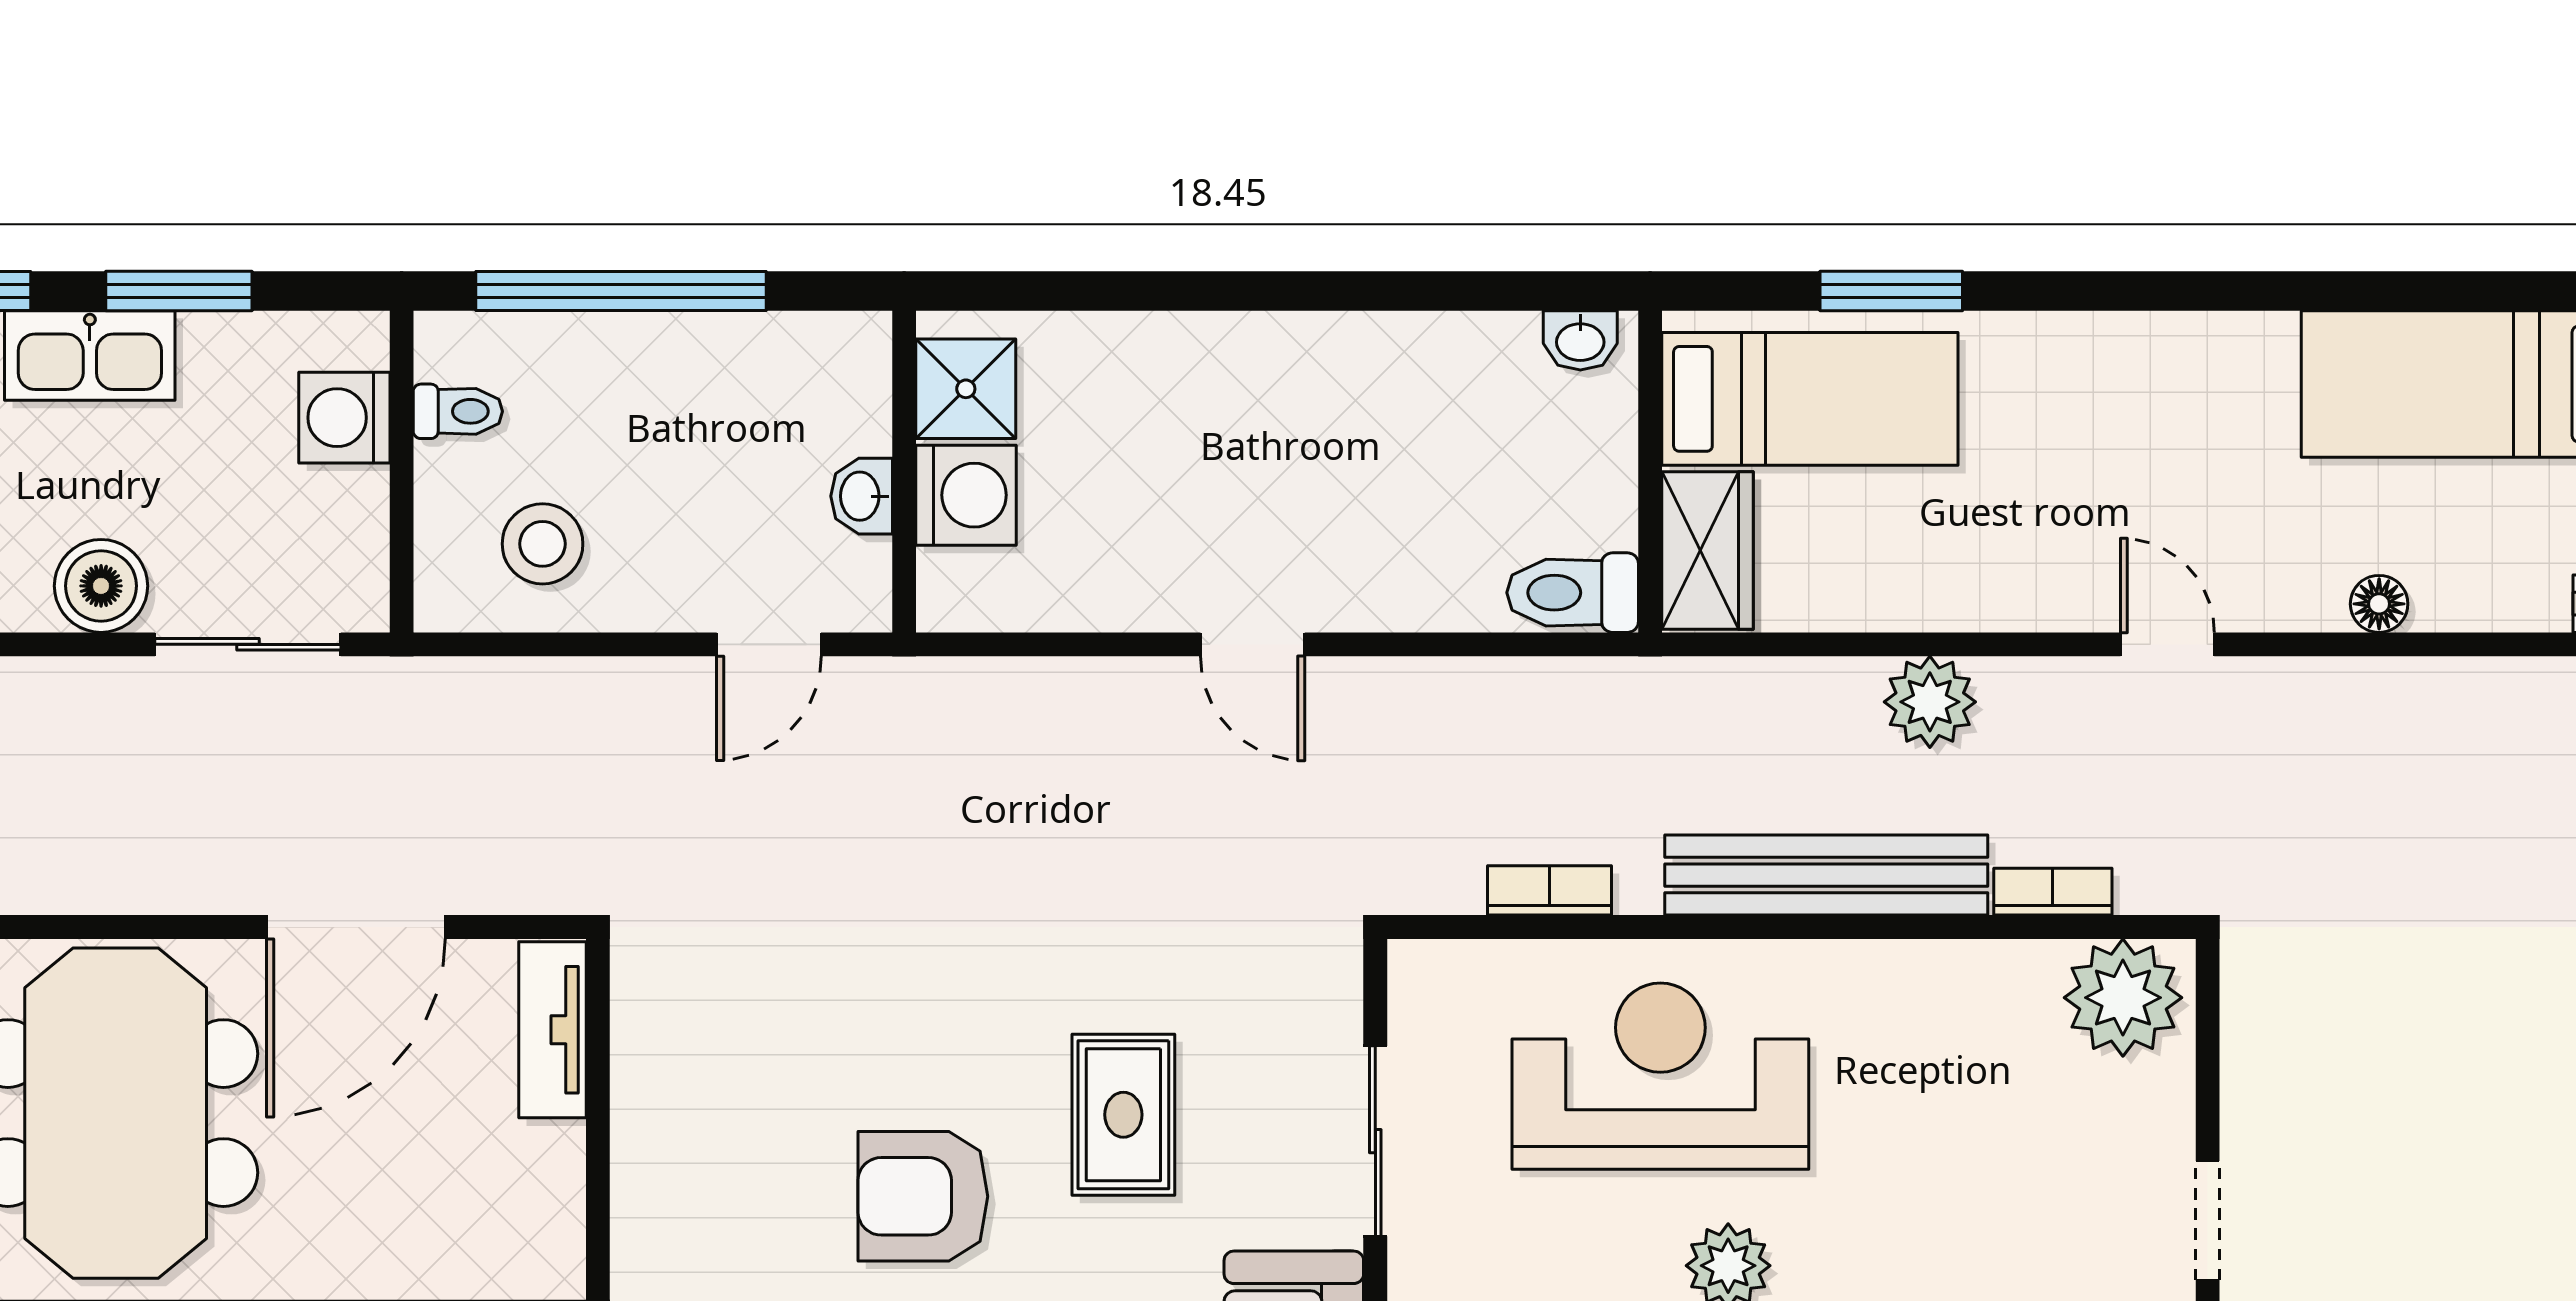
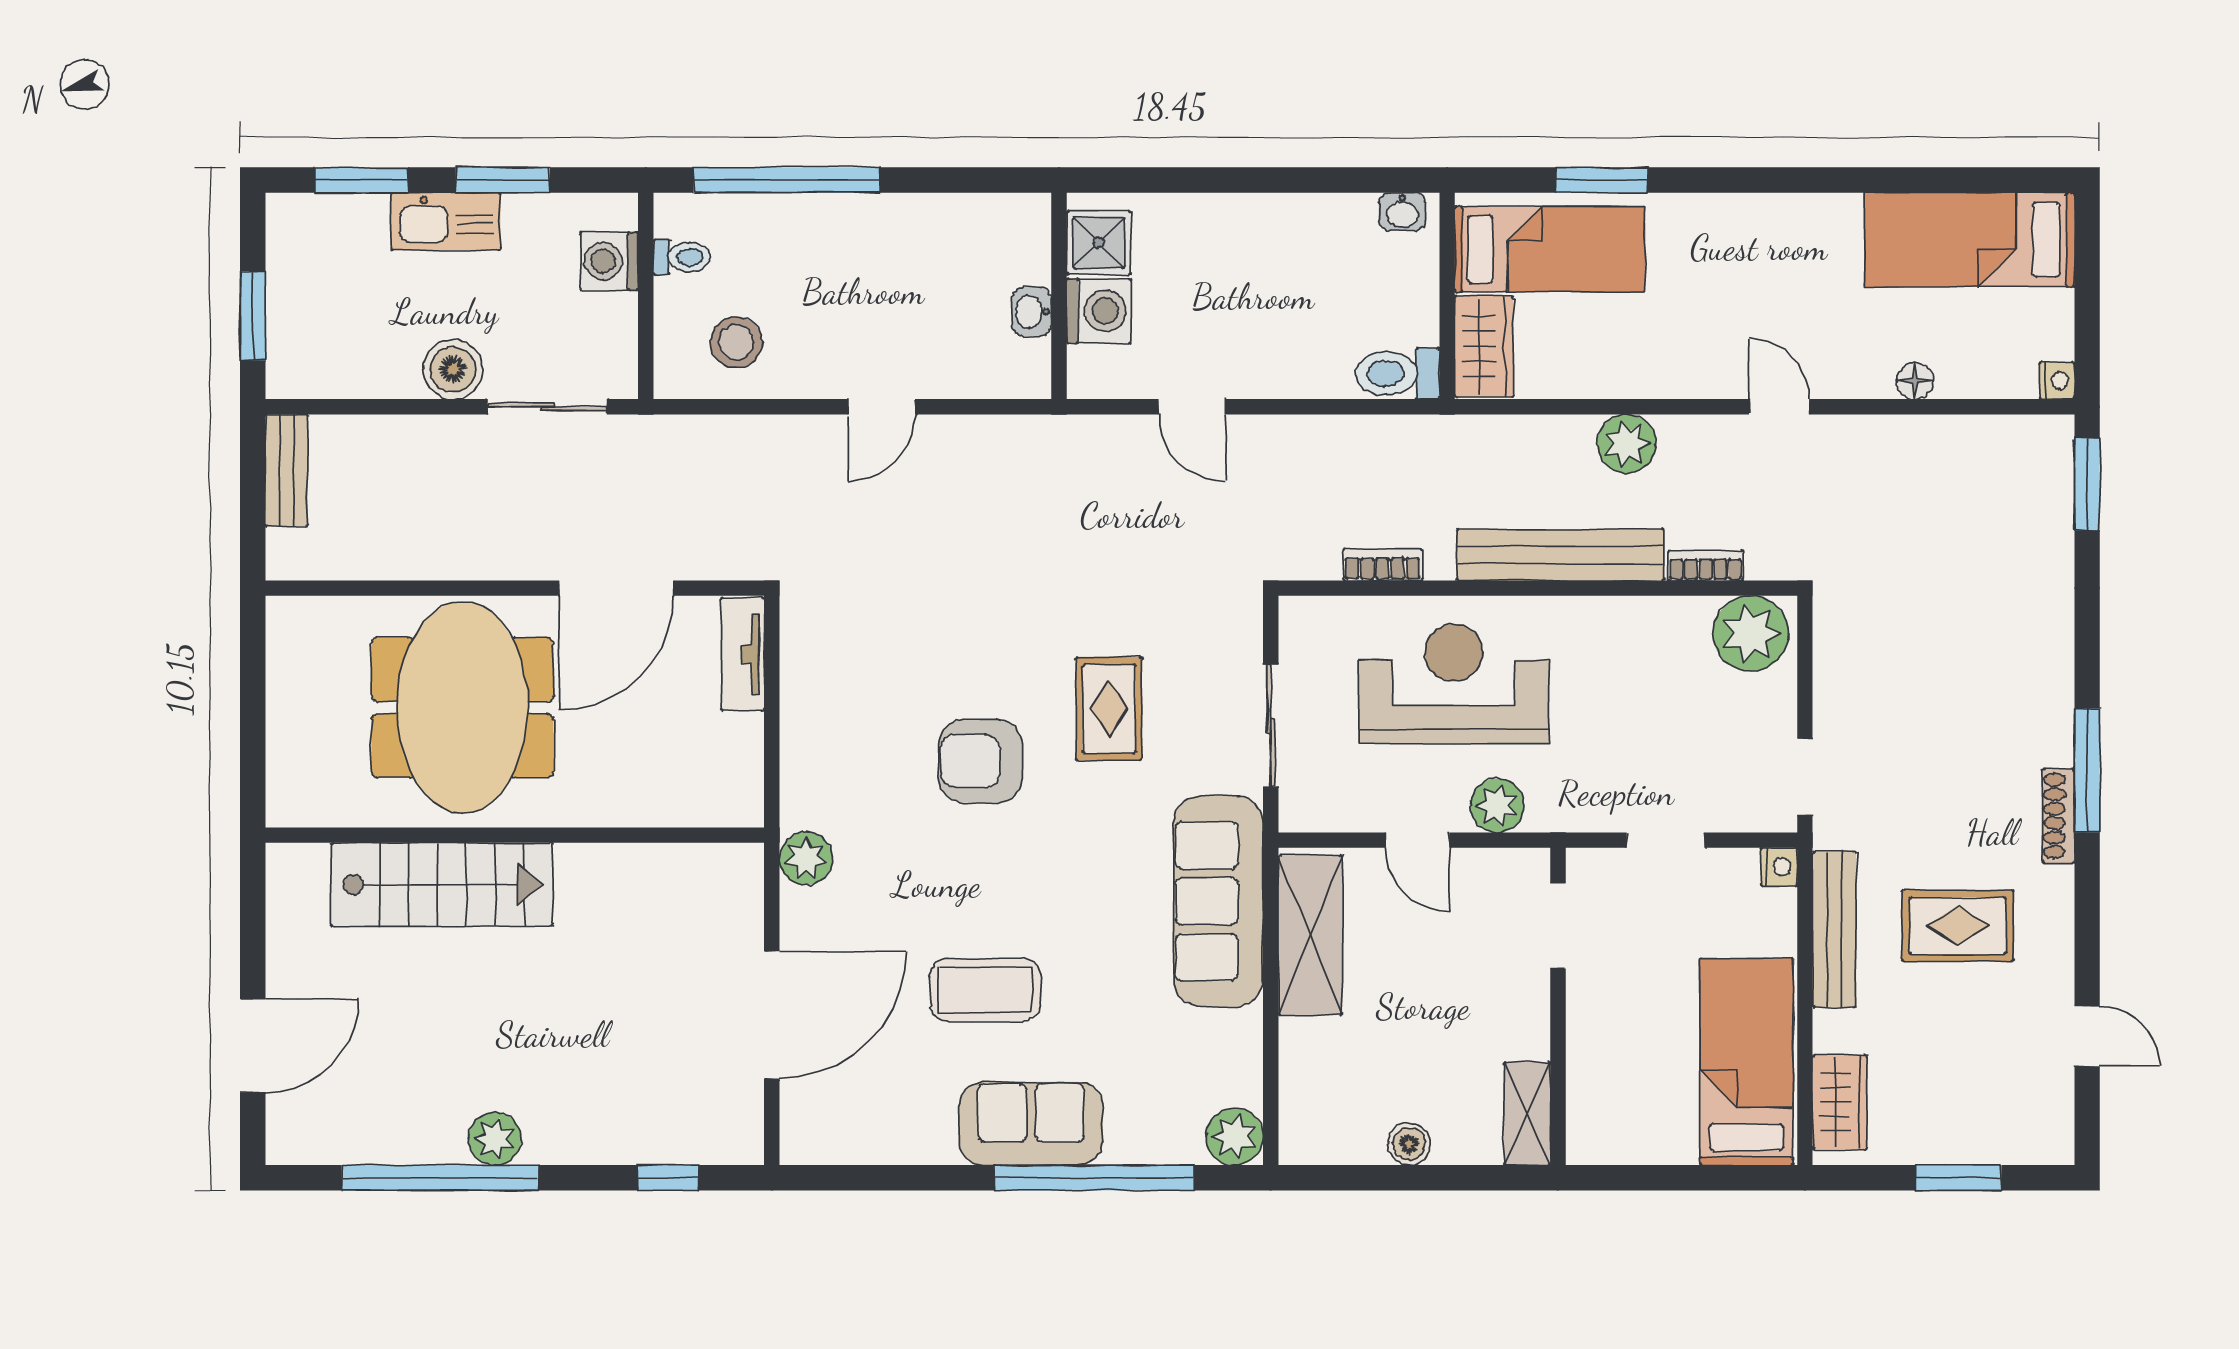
shower: (966, 389) -> (1099, 243), moved
wall: (904, 472) -> (1059, 296), moved
washing machine: (966, 495) -> (1099, 311), moved
washbasin: (862, 496) -> (1032, 312), moved

